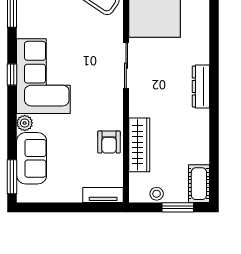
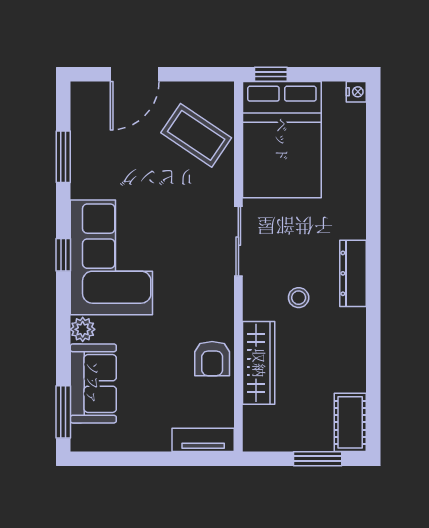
stool: (157, 194) -> (299, 298), moved

